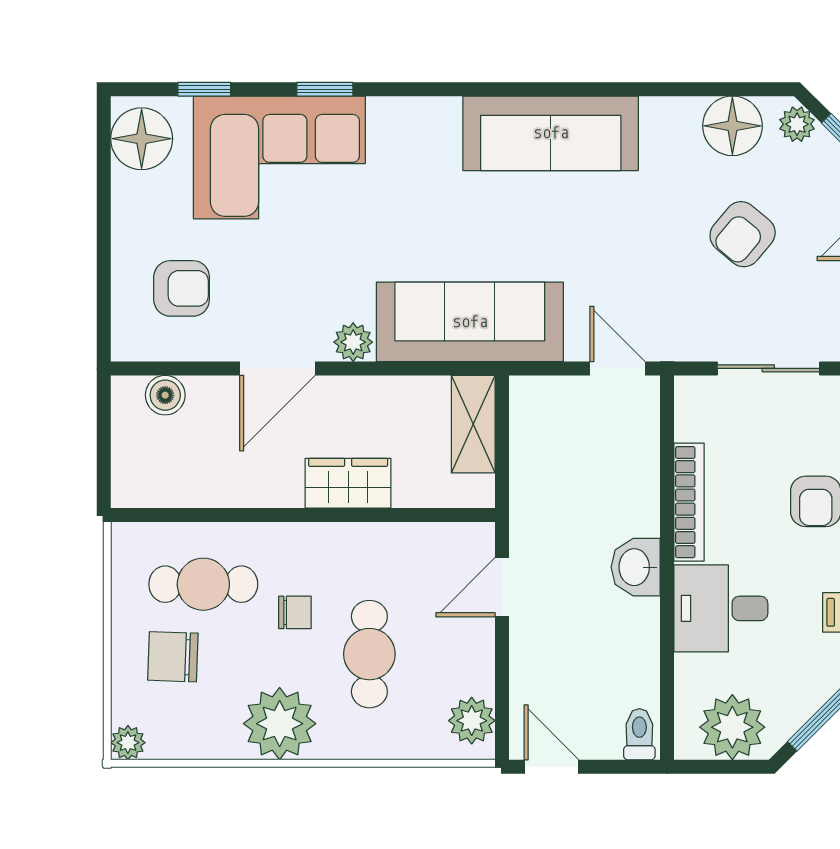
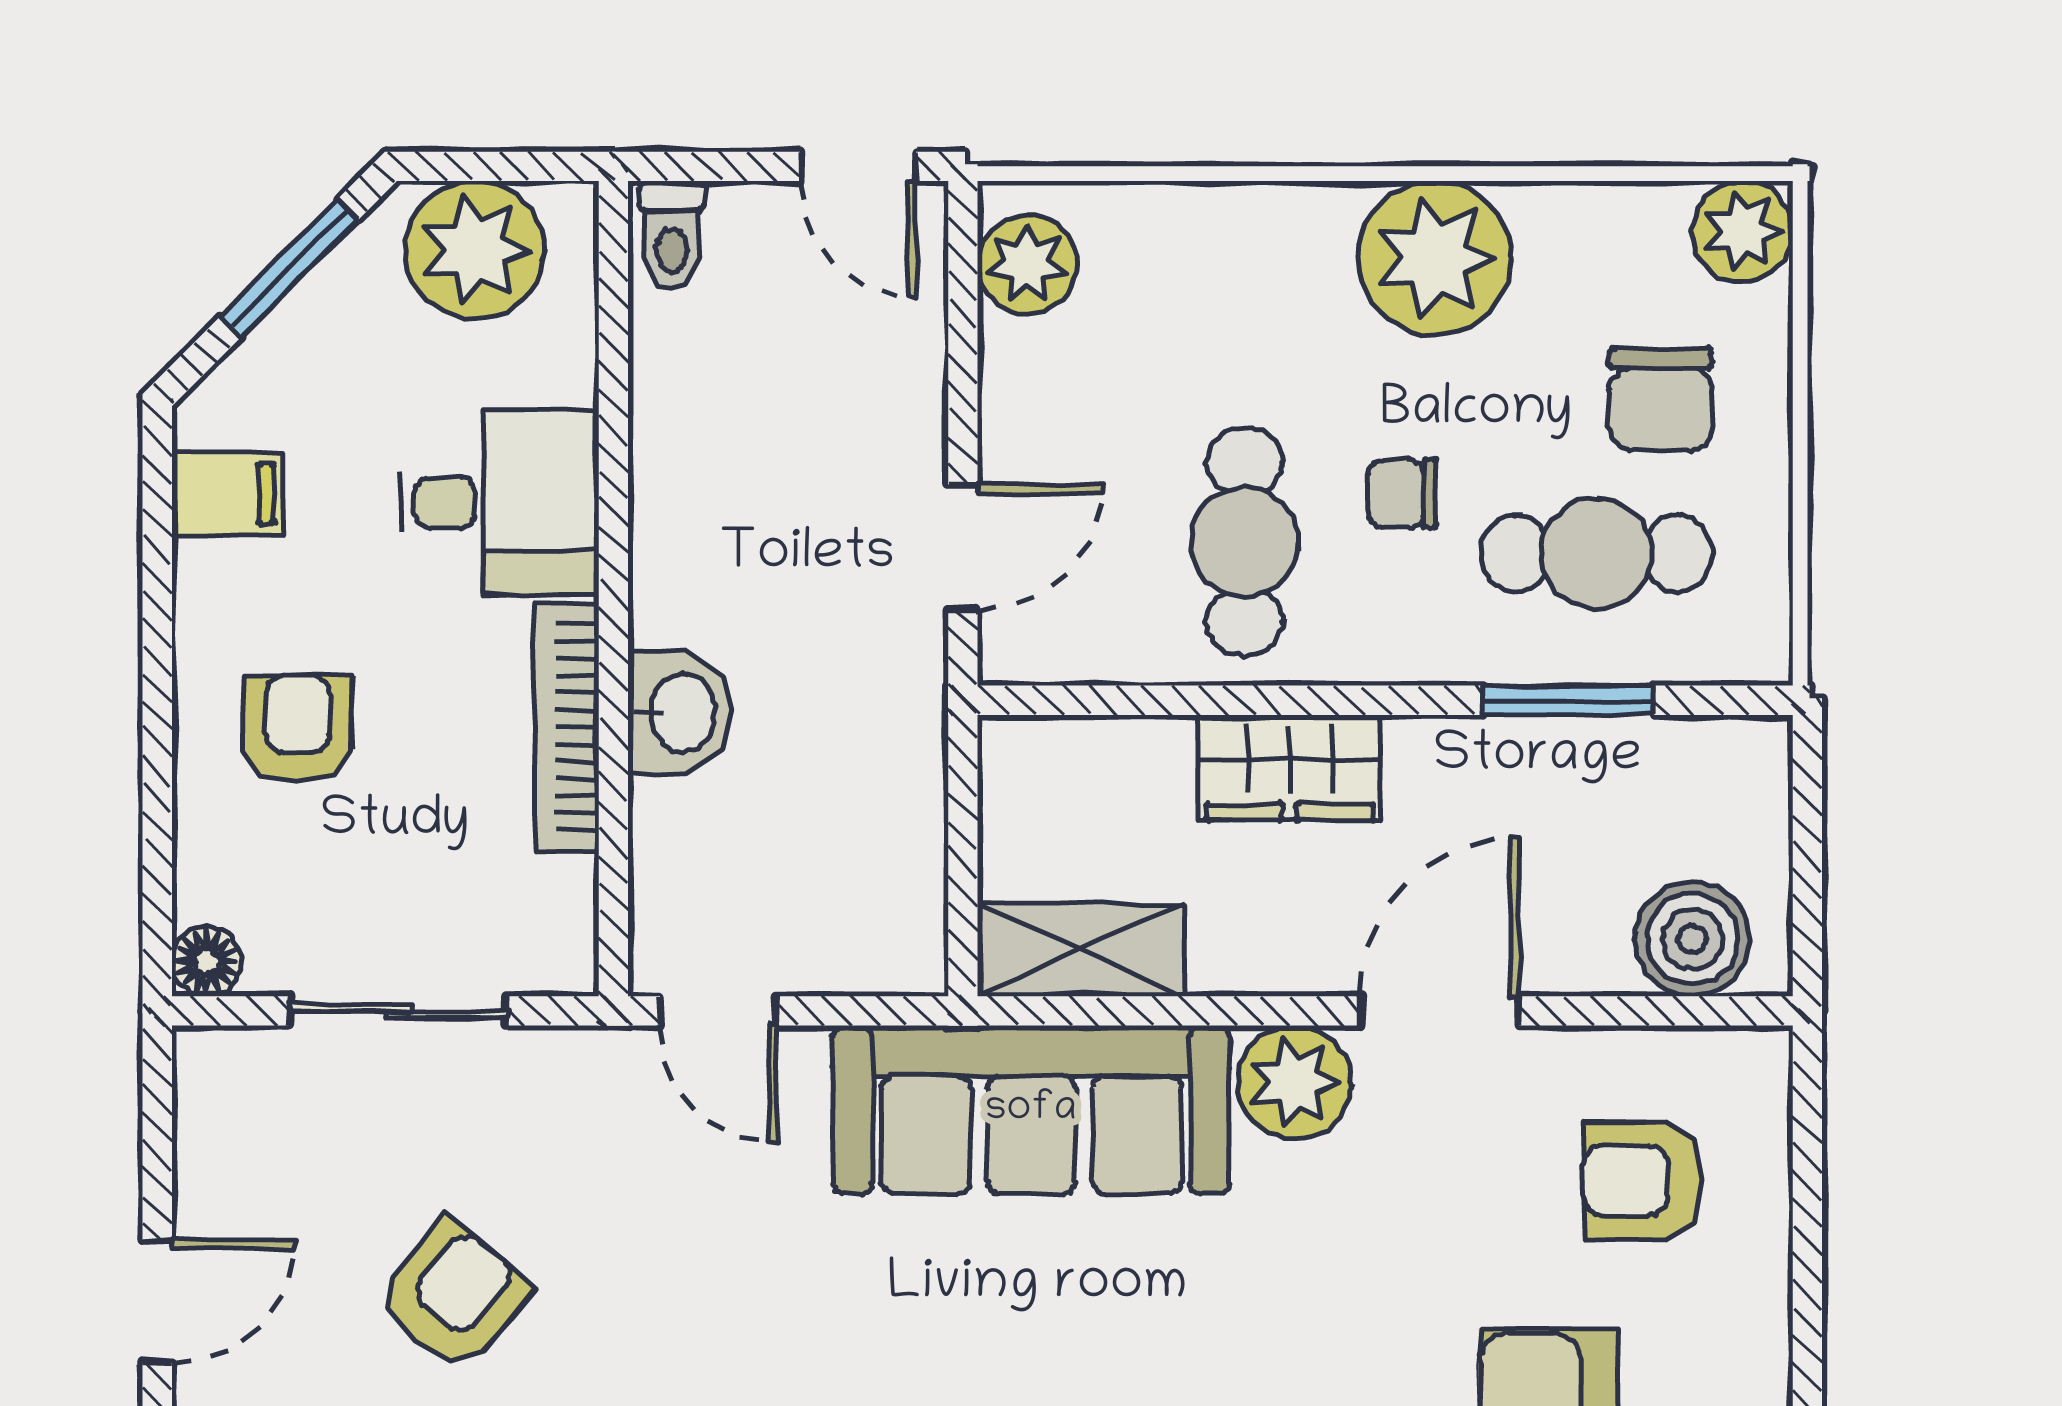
plant: (353, 342) -> (1294, 1082), width x1.38, depth x1.38
boiler: (165, 395) -> (1692, 939), width x1.36, depth x1.36
shelving: (473, 424) -> (1081, 950), moved, turned 90
window: (217, 515) -> (1568, 700), added
washbasin: (636, 567) -> (680, 713), moved
cafe table: (369, 654) -> (1244, 542), moved
chair: (173, 657) -> (1661, 400), turned 88
plant: (128, 743) -> (1742, 231), width x1.38, depth x1.38

